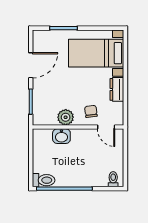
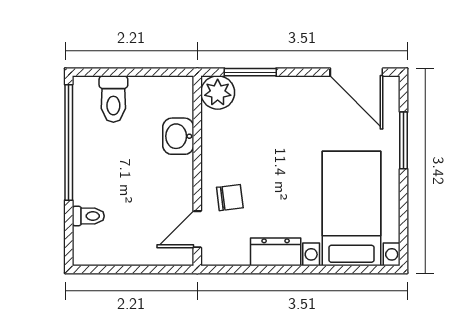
door: (31, 65) -> (356, 72), moved
plant: (66, 117) -> (218, 92), moved
toilet: (113, 179) -> (88, 216), moved
toilet: (44, 180) -> (113, 99), moved

